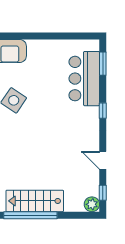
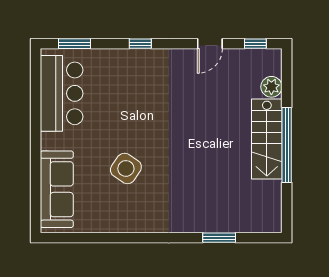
bar counter: (84, 79) -> (62, 93), moved, turned -90
plant: (92, 204) -> (271, 87), moved

